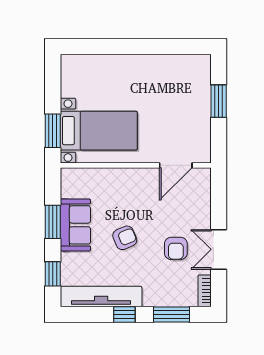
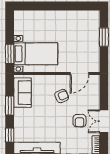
sofa: (75, 225) -> (22, 93), moved
armchair: (125, 238) -> (62, 96), moved

